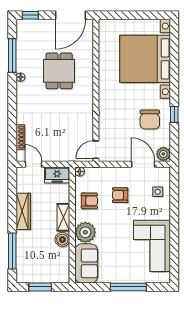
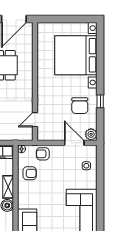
door: (96, 150) -> (35, 120), moved
armchair: (120, 195) -> (43, 154), moved
plant: (85, 232) -> (26, 199), removed

